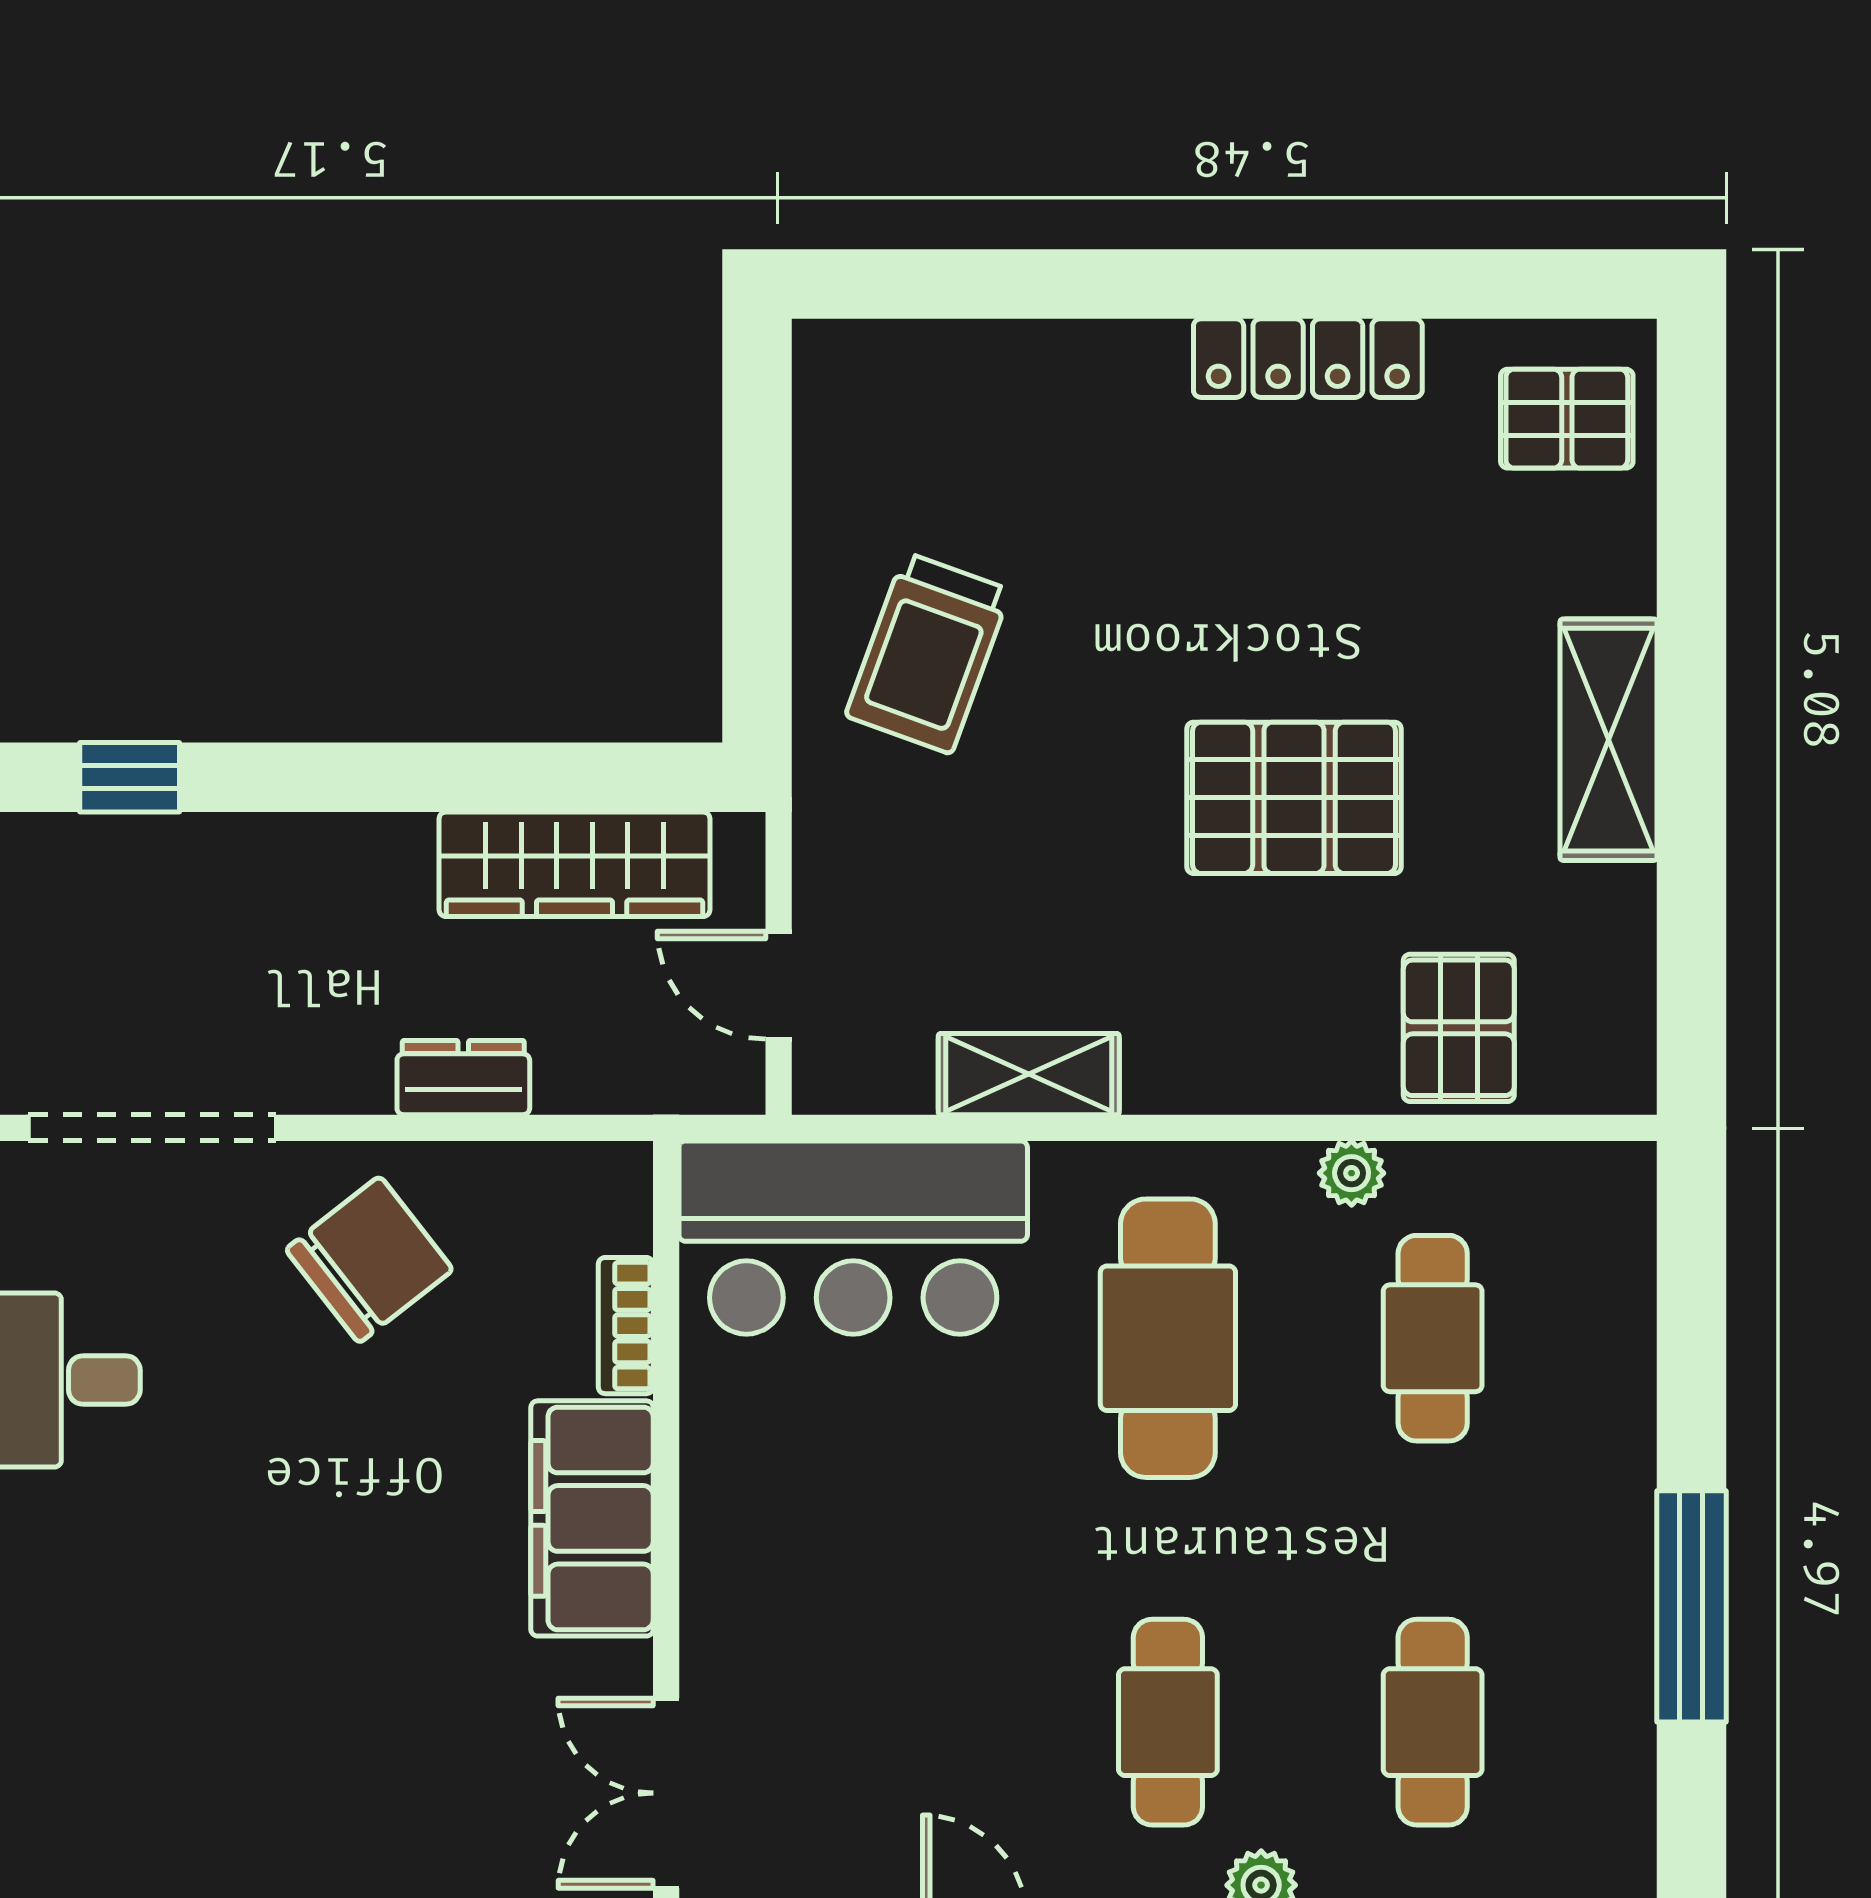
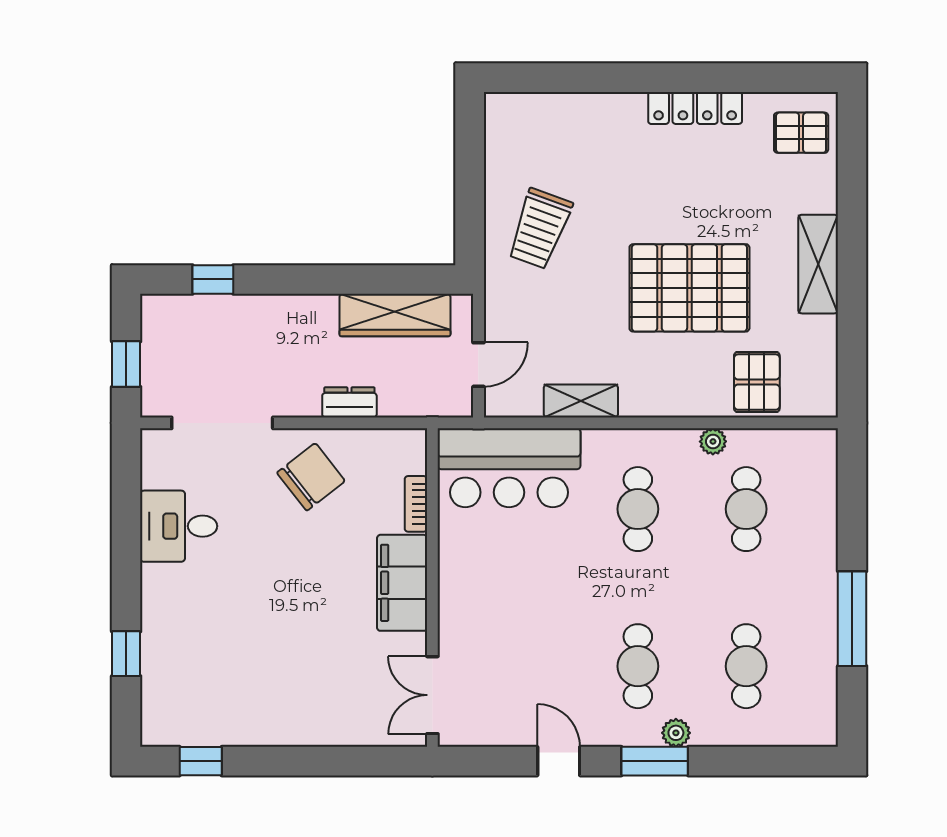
pallet: (1294, 798) -> (689, 288), width x1.37, depth x1.41
door: (779, 985) -> (478, 365), swing flipped
cafe table: (1168, 1338) -> (638, 509), width x0.73, depth x0.74

